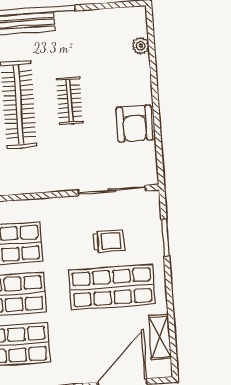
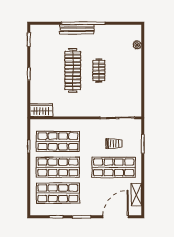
armchair: (135, 124) -> (131, 85), removed

